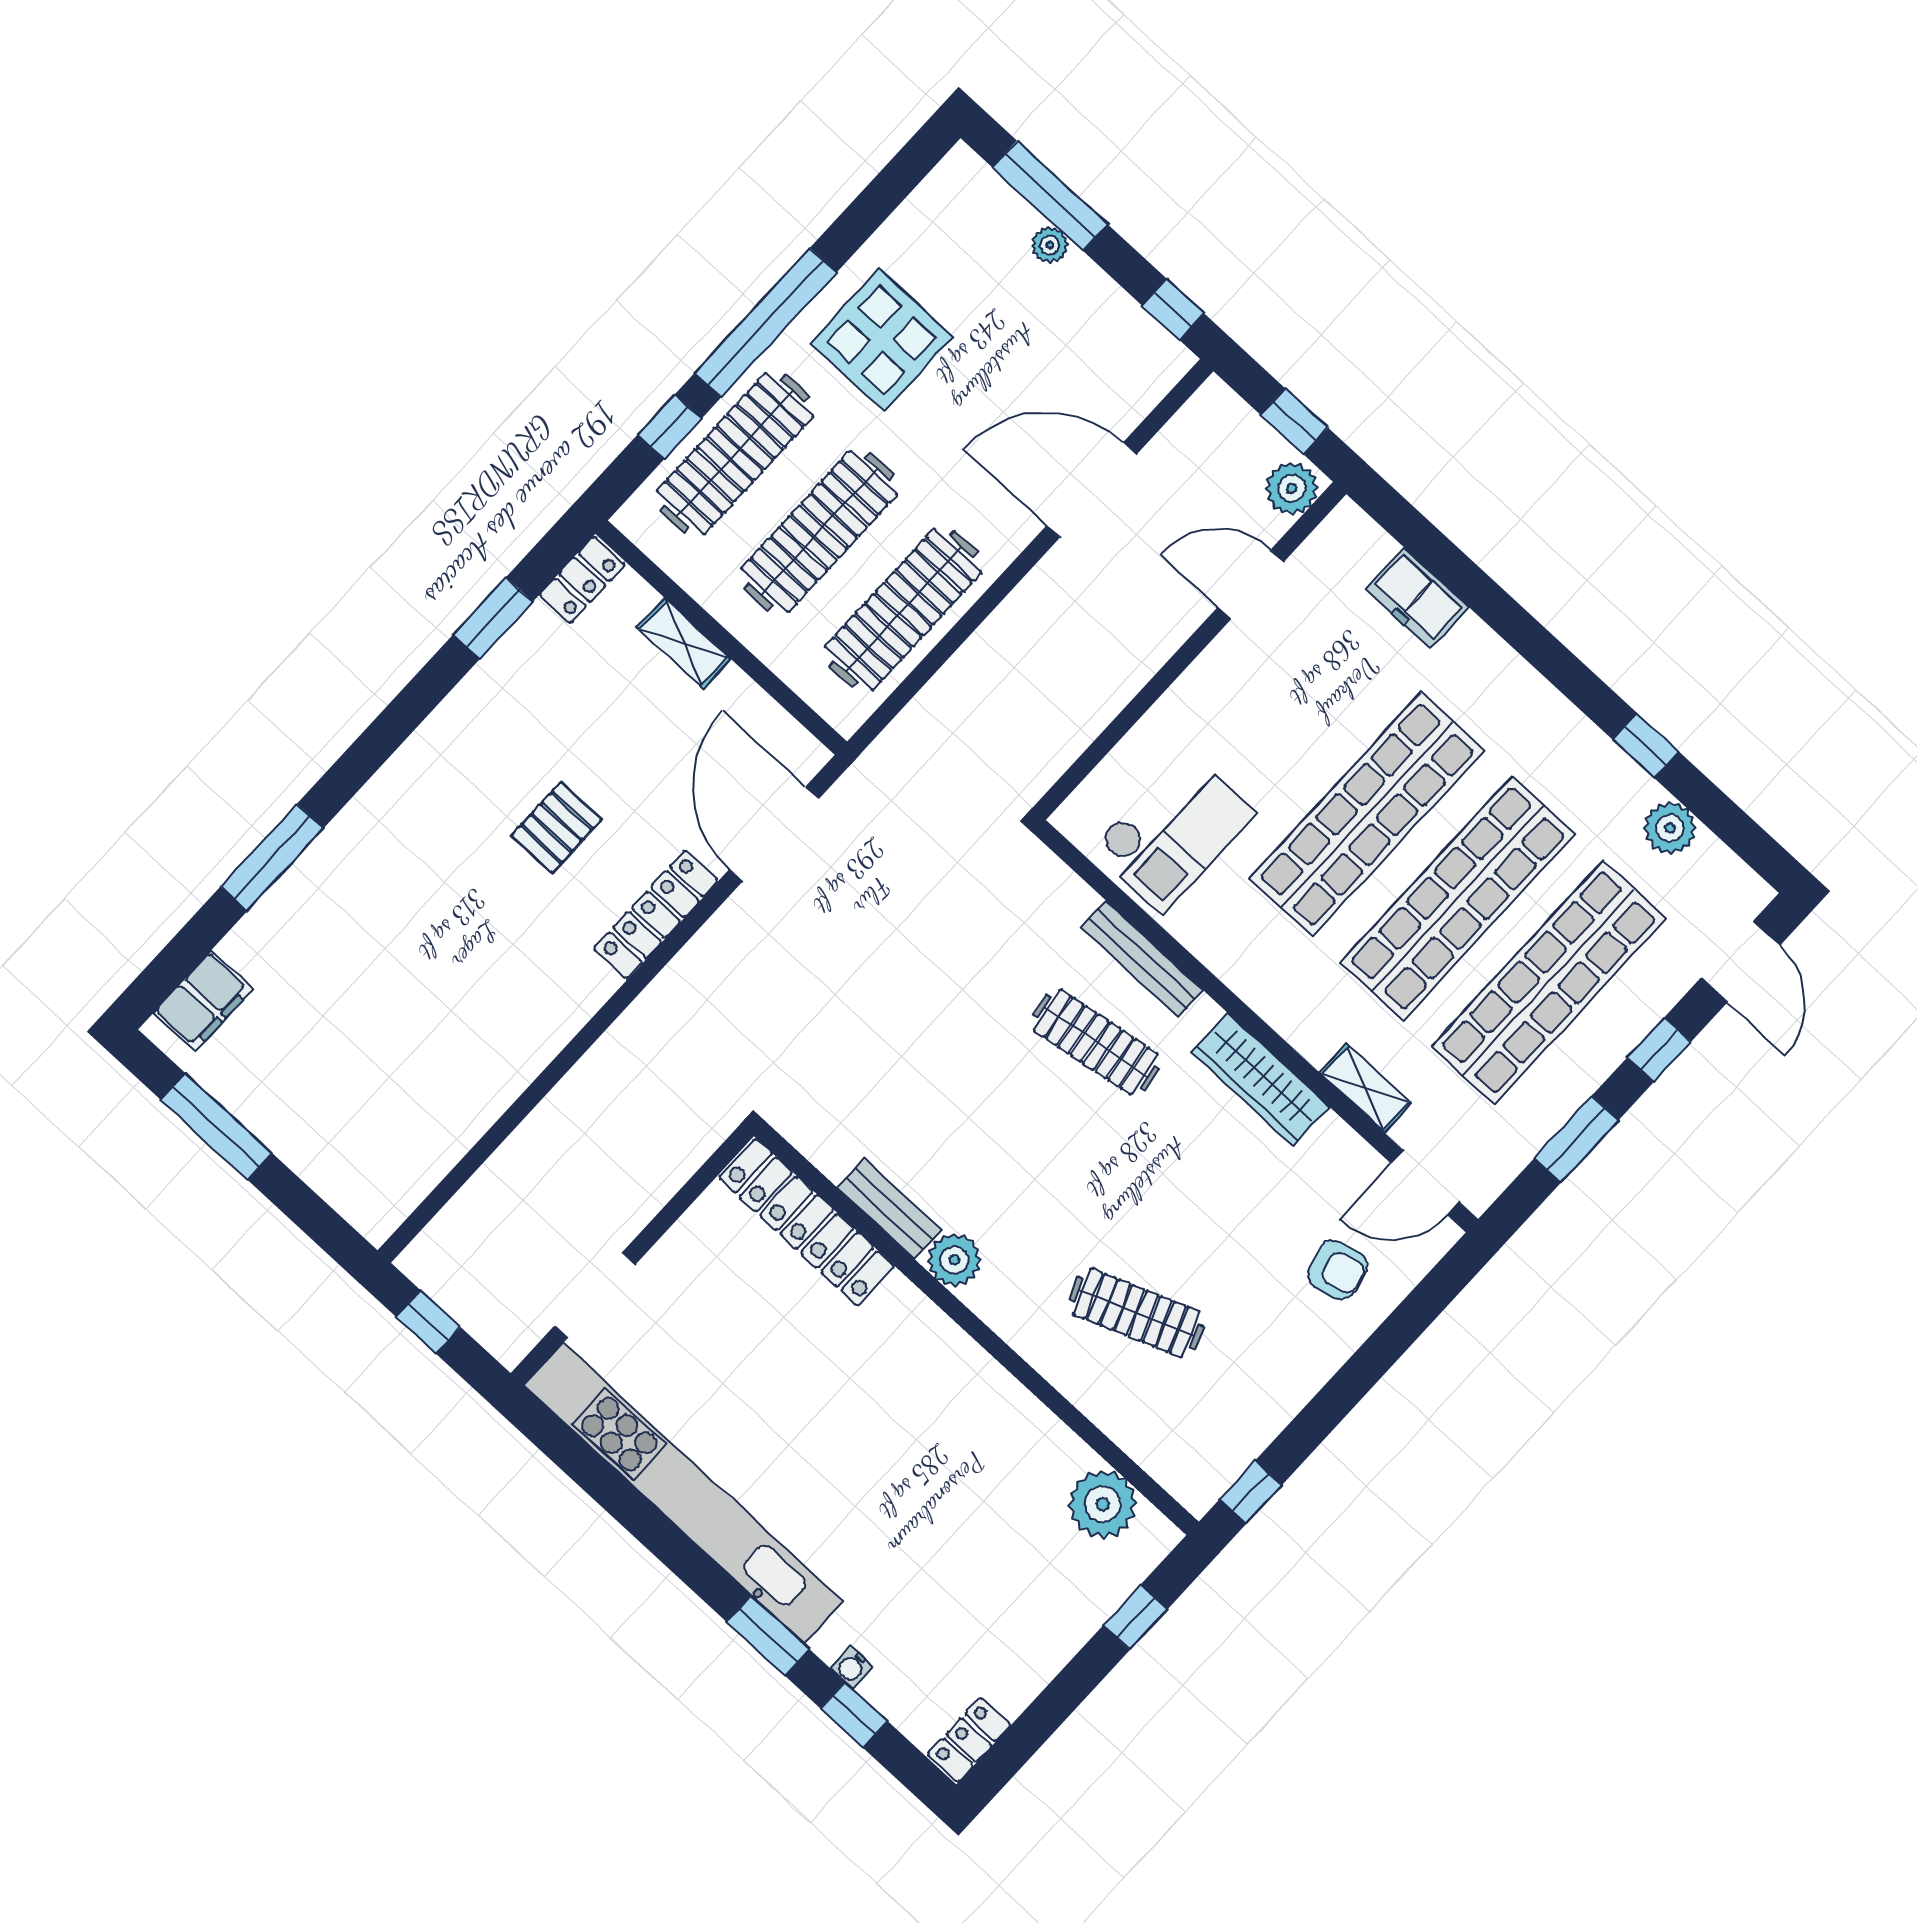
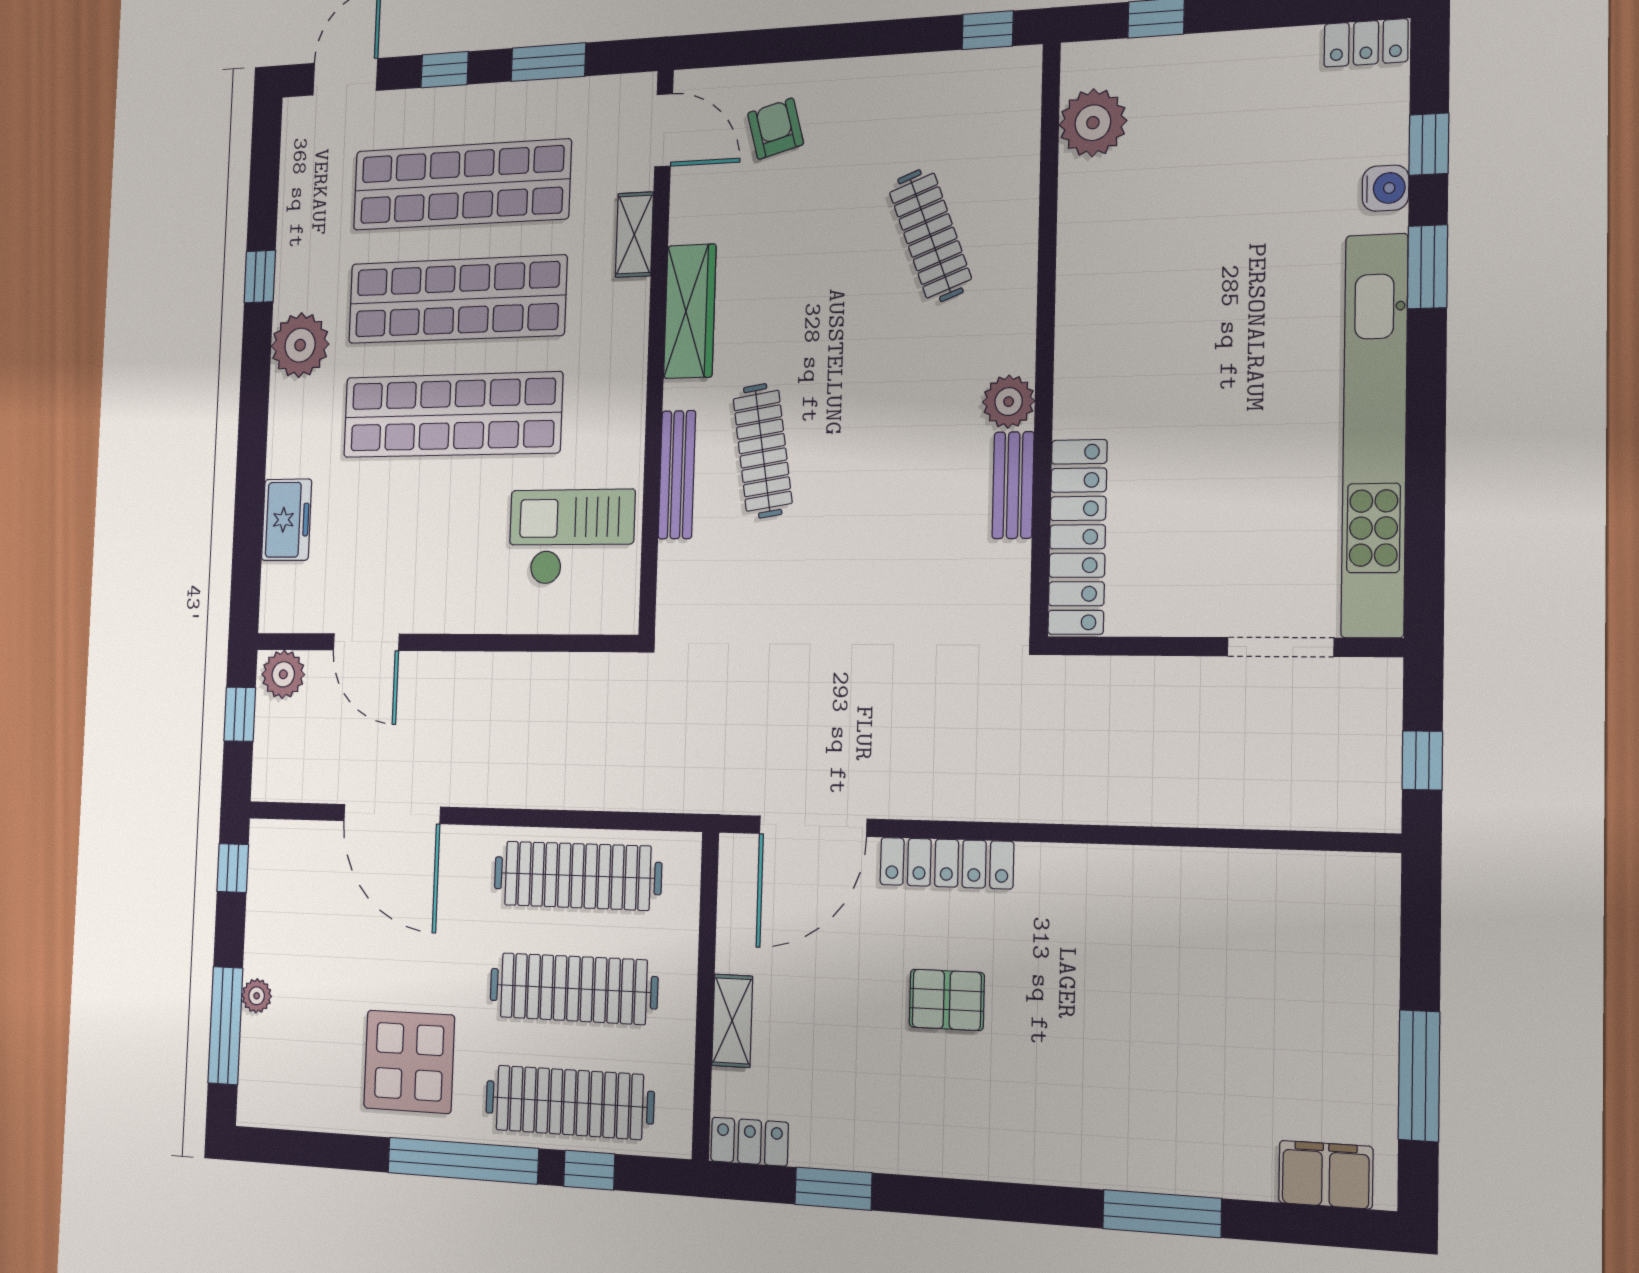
plant: (1670, 828) -> (300, 345), moved, width x1.36, depth x1.36
water cooler: (852, 1667) -> (1386, 188), width x1.38, depth x1.38

